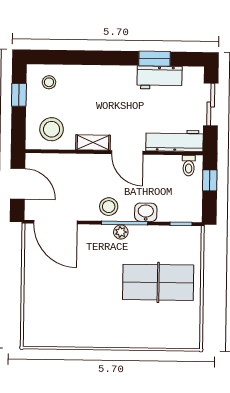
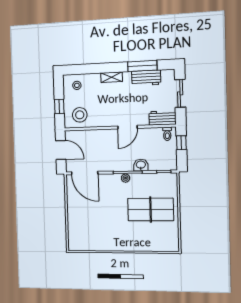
window: (154, 59) -> (142, 66), width x1.44
window: (19, 95) -> (59, 106), moved
workbench: (175, 141) -> (162, 118), width x0.73
shelving: (93, 143) -> (112, 77), moved
door: (127, 152) -> (127, 127), hinge flipped
stool: (109, 207) -> (117, 162), removed

